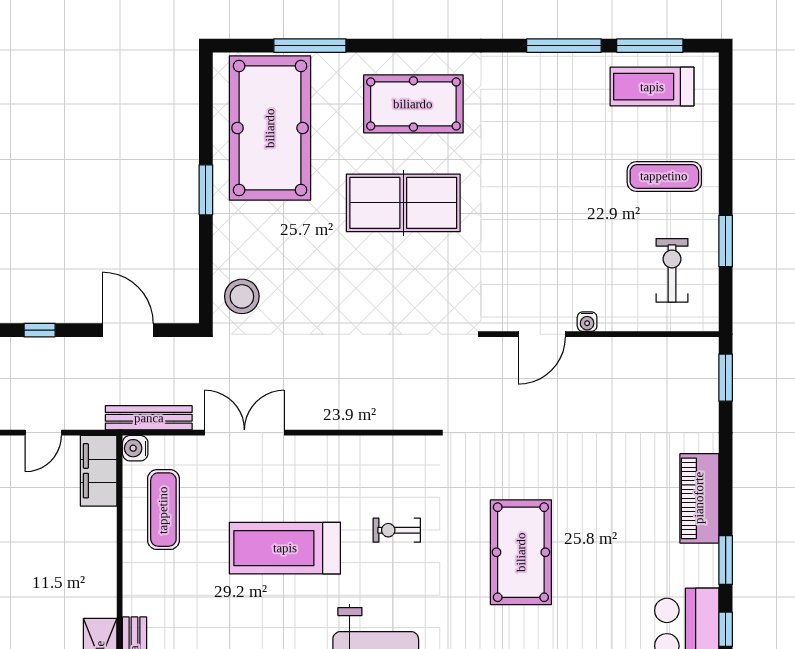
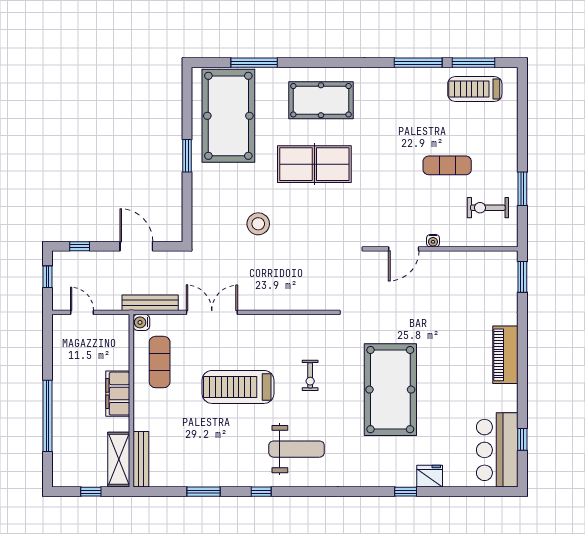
exercise mat: (664, 176) -> (447, 165), moved
exercise bike: (672, 270) -> (488, 208), turned -90
stool: (242, 296) -> (258, 224), moved
door: (43, 433) -> (82, 312), swing flipped
filing cabinet: (99, 471) -> (118, 394), moved
exercise bike: (397, 530) -> (310, 375), turned -90
pool table: (521, 552) -> (390, 390), width x1.36, depth x1.32
window: (726, 560) -> (522, 395), removed

